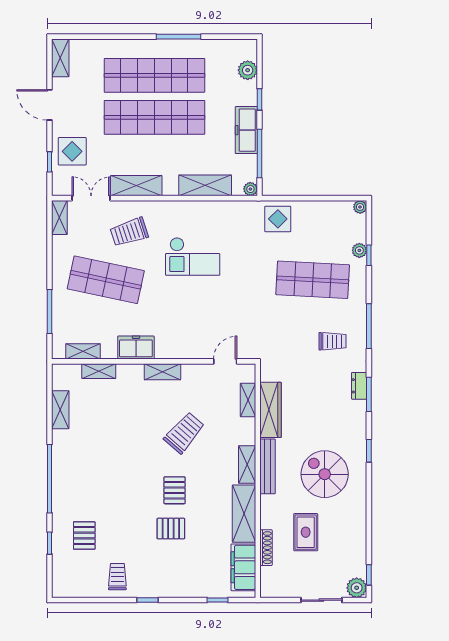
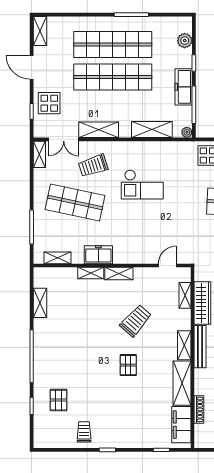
double door: (91, 198) -> (64, 139), swing flipped
shelving: (99, 371) -> (91, 273), moved
pallet: (171, 529) -> (125, 395), removed

